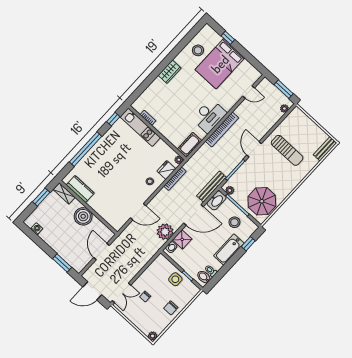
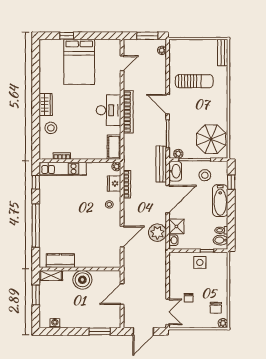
stool: (198, 50) -> (51, 128), moved
door: (101, 252) -> (122, 294), hinge flipped
chair: (171, 308) -> (216, 308), moved

